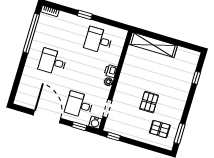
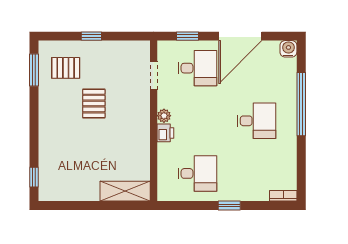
window: (31, 33) -> (301, 104), moved
shelving: (153, 45) -> (125, 191), width x0.68
window: (196, 78) -> (34, 177), moved
door: (47, 117) -> (240, 36), hinge flipped
water cooler: (95, 123) -> (288, 49), moved
window: (114, 136) -> (91, 36), moved

